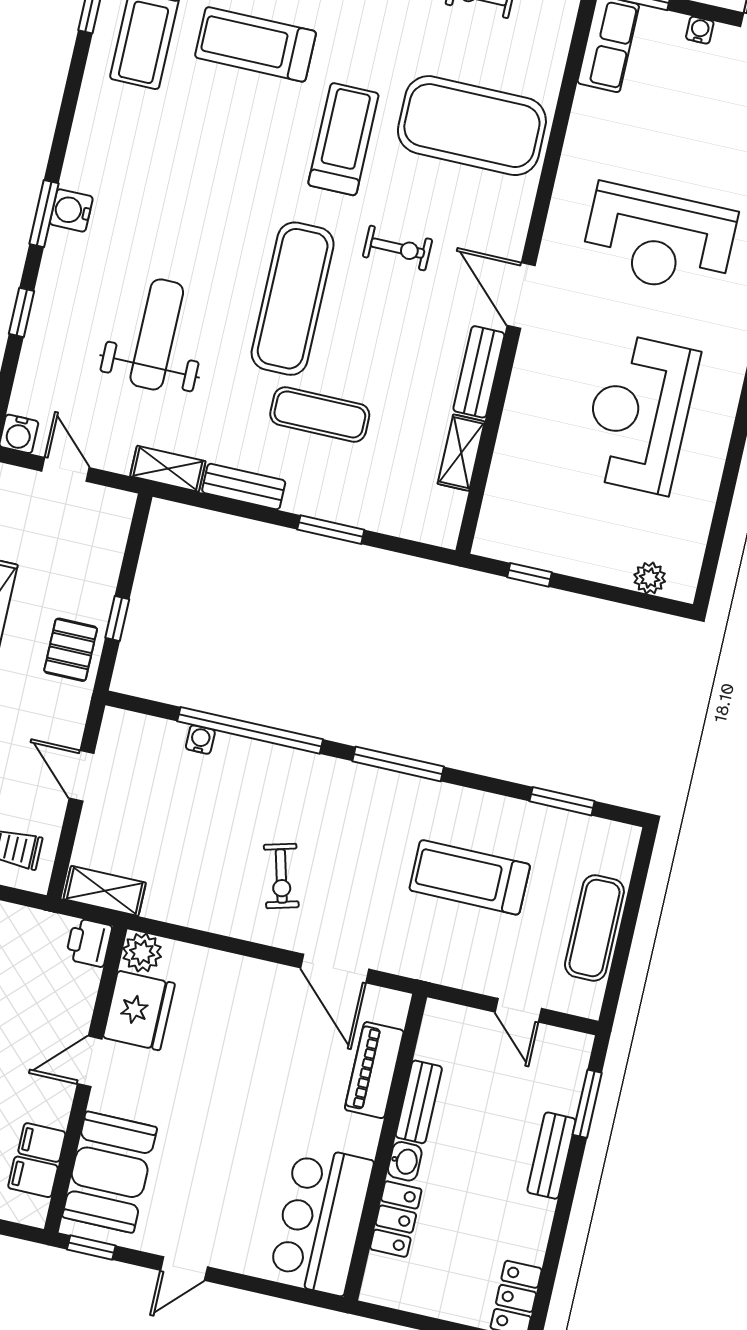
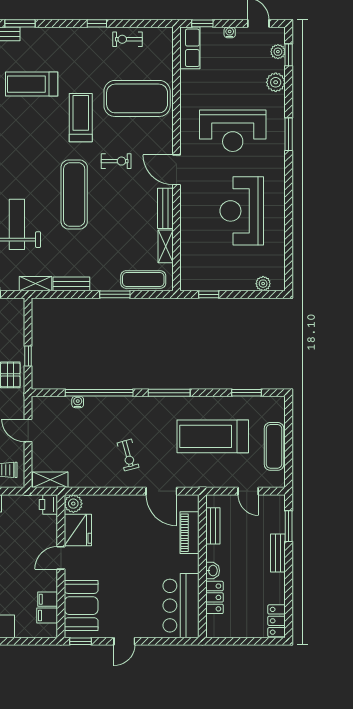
exercise mat: (320, 414) -> (143, 280), moved
treadmill: (470, 877) -> (213, 436), width x1.37, depth x1.38
bench: (419, 1102) -> (213, 526), moved

